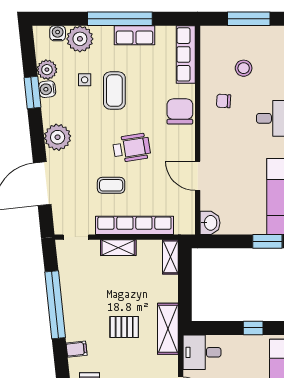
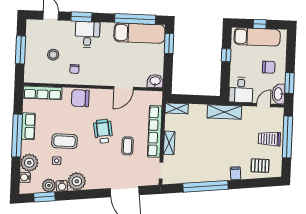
window: (33, 92) -> (44, 197), moved
plant: (58, 137) -> (77, 181), moved
pallet: (124, 327) -> (222, 141), removed

